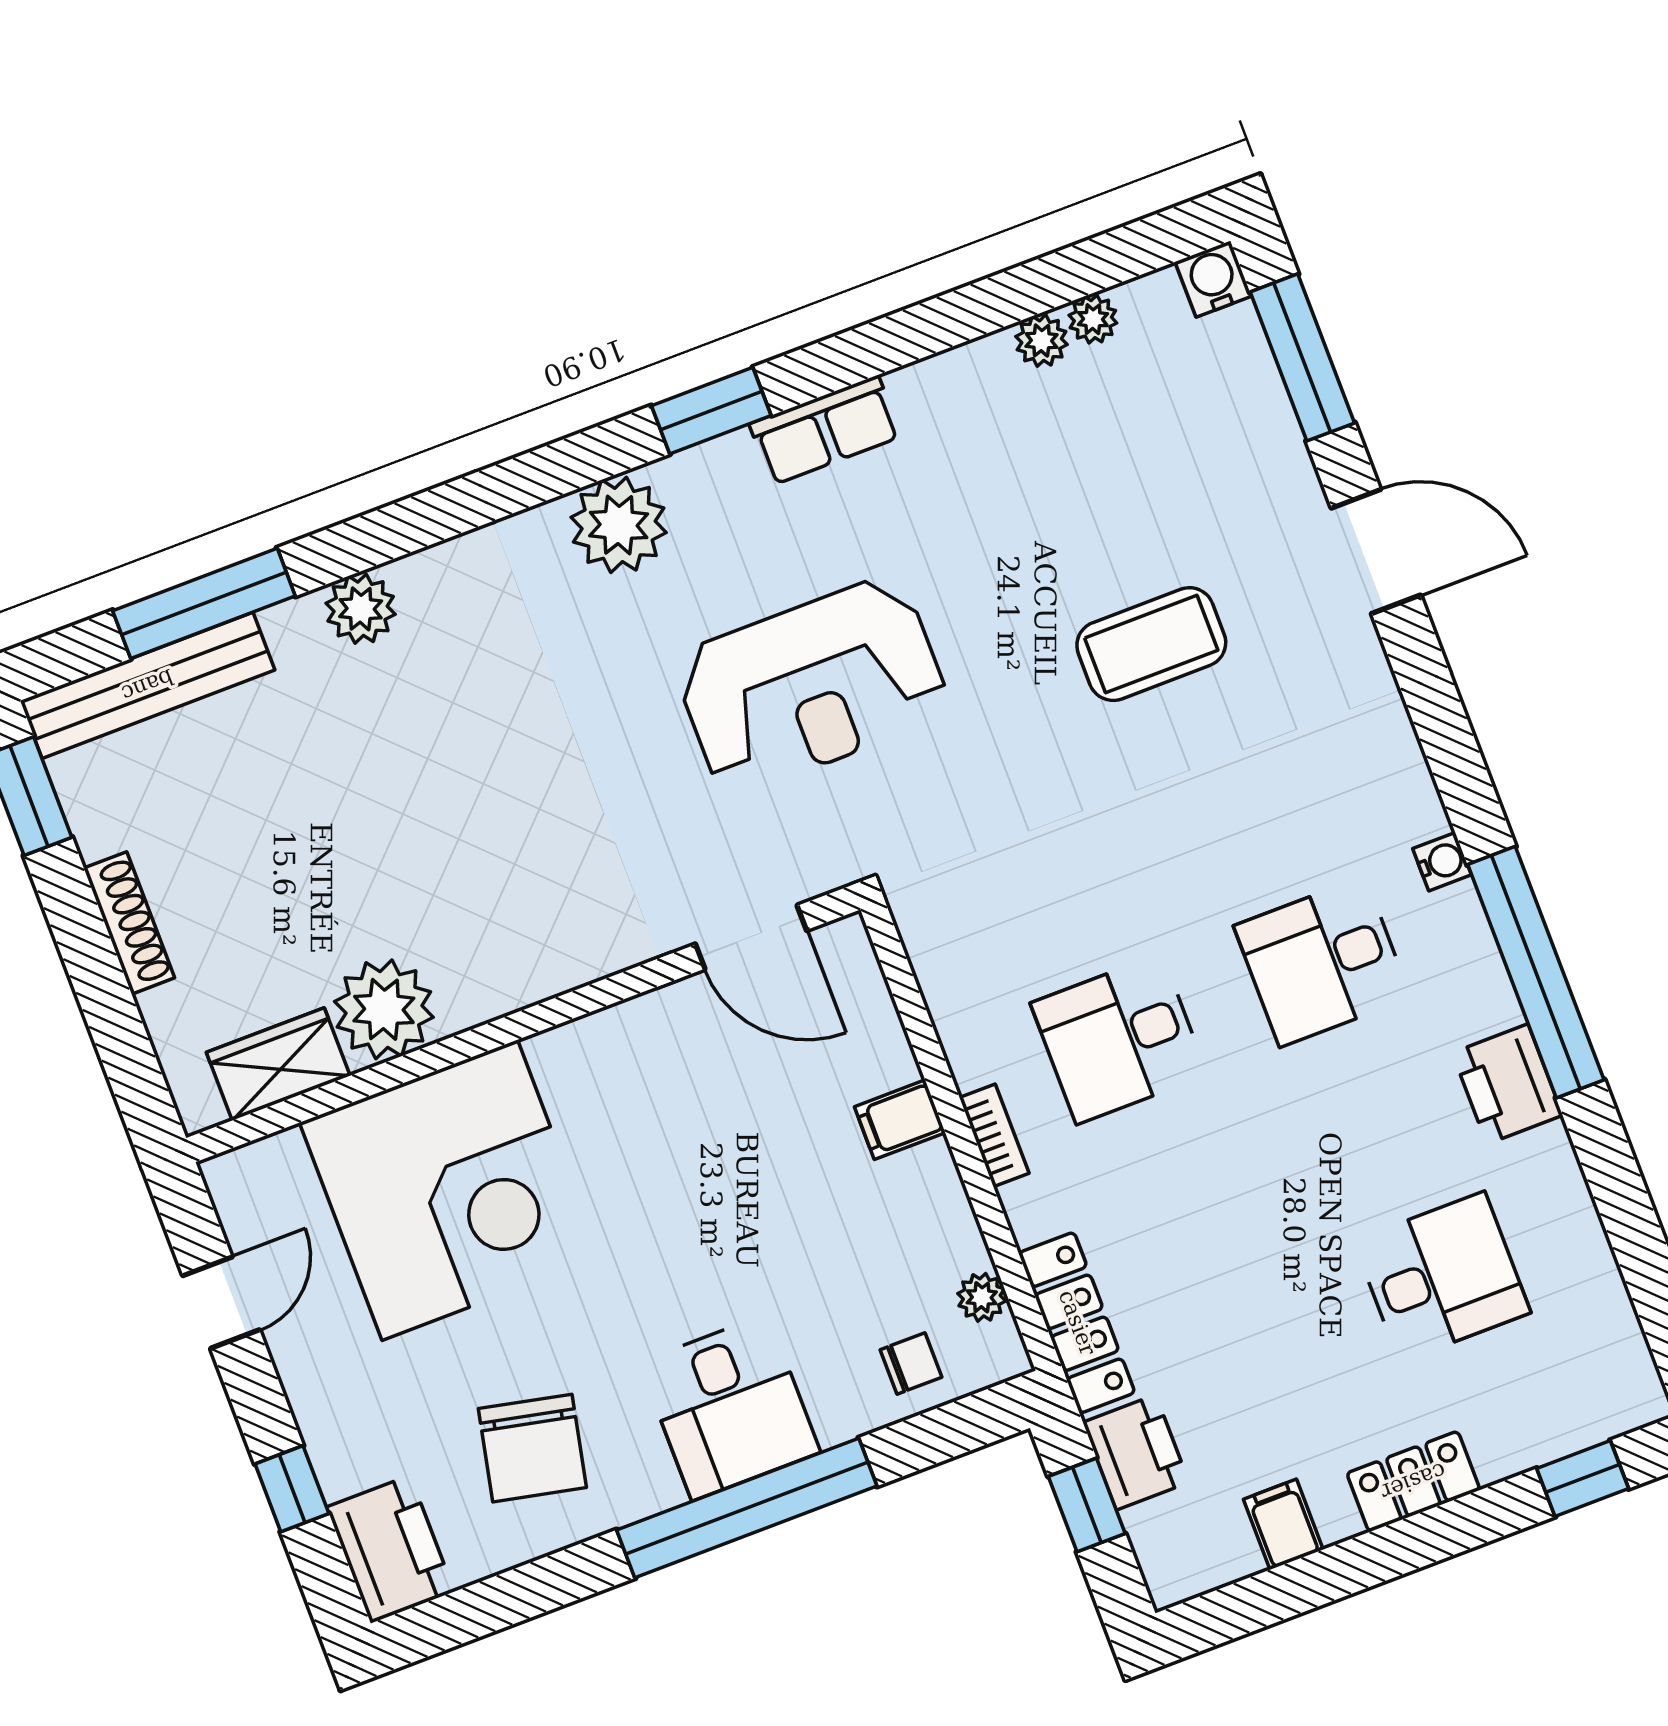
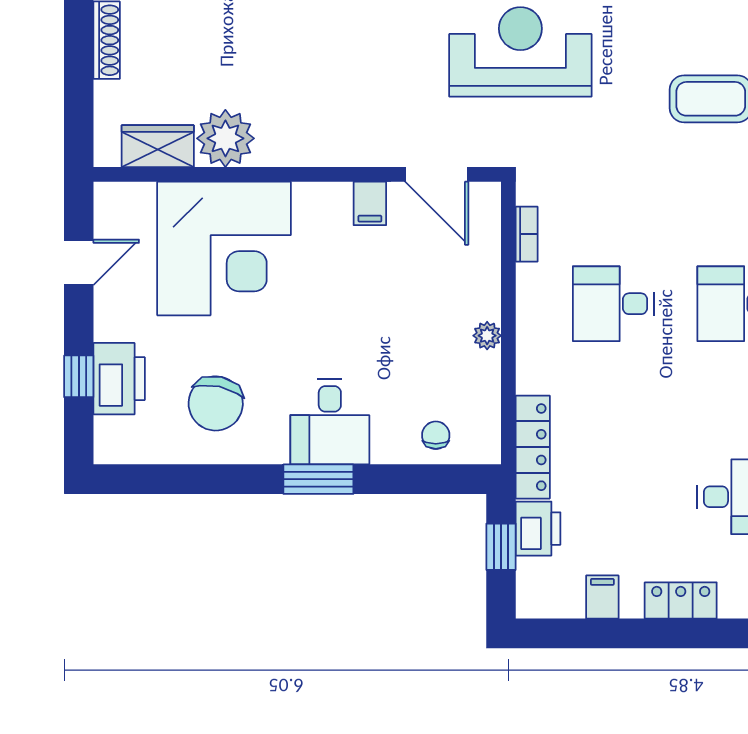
reception desk: (812, 685) -> (520, 52), turned 180
filing cabinet: (900, 1120) -> (370, 203), moved, turned -90
bookcase: (994, 1135) -> (527, 234), moved
plant: (982, 1297) -> (487, 336), moved
chair: (911, 1363) -> (436, 435), turned -90
window: (747, 1508) -> (318, 479), width x0.47
printer: (390, 1549) -> (119, 379), moved

